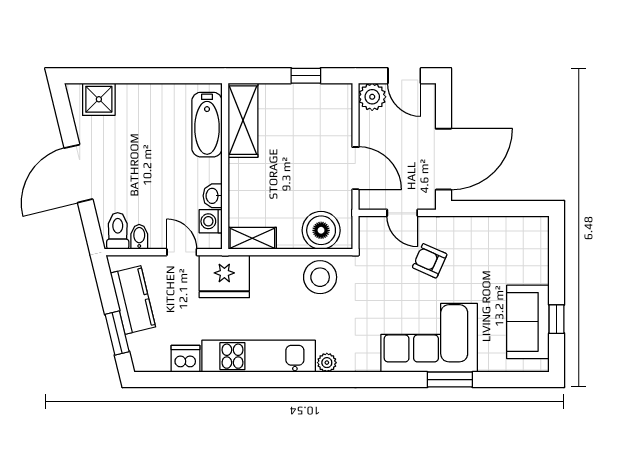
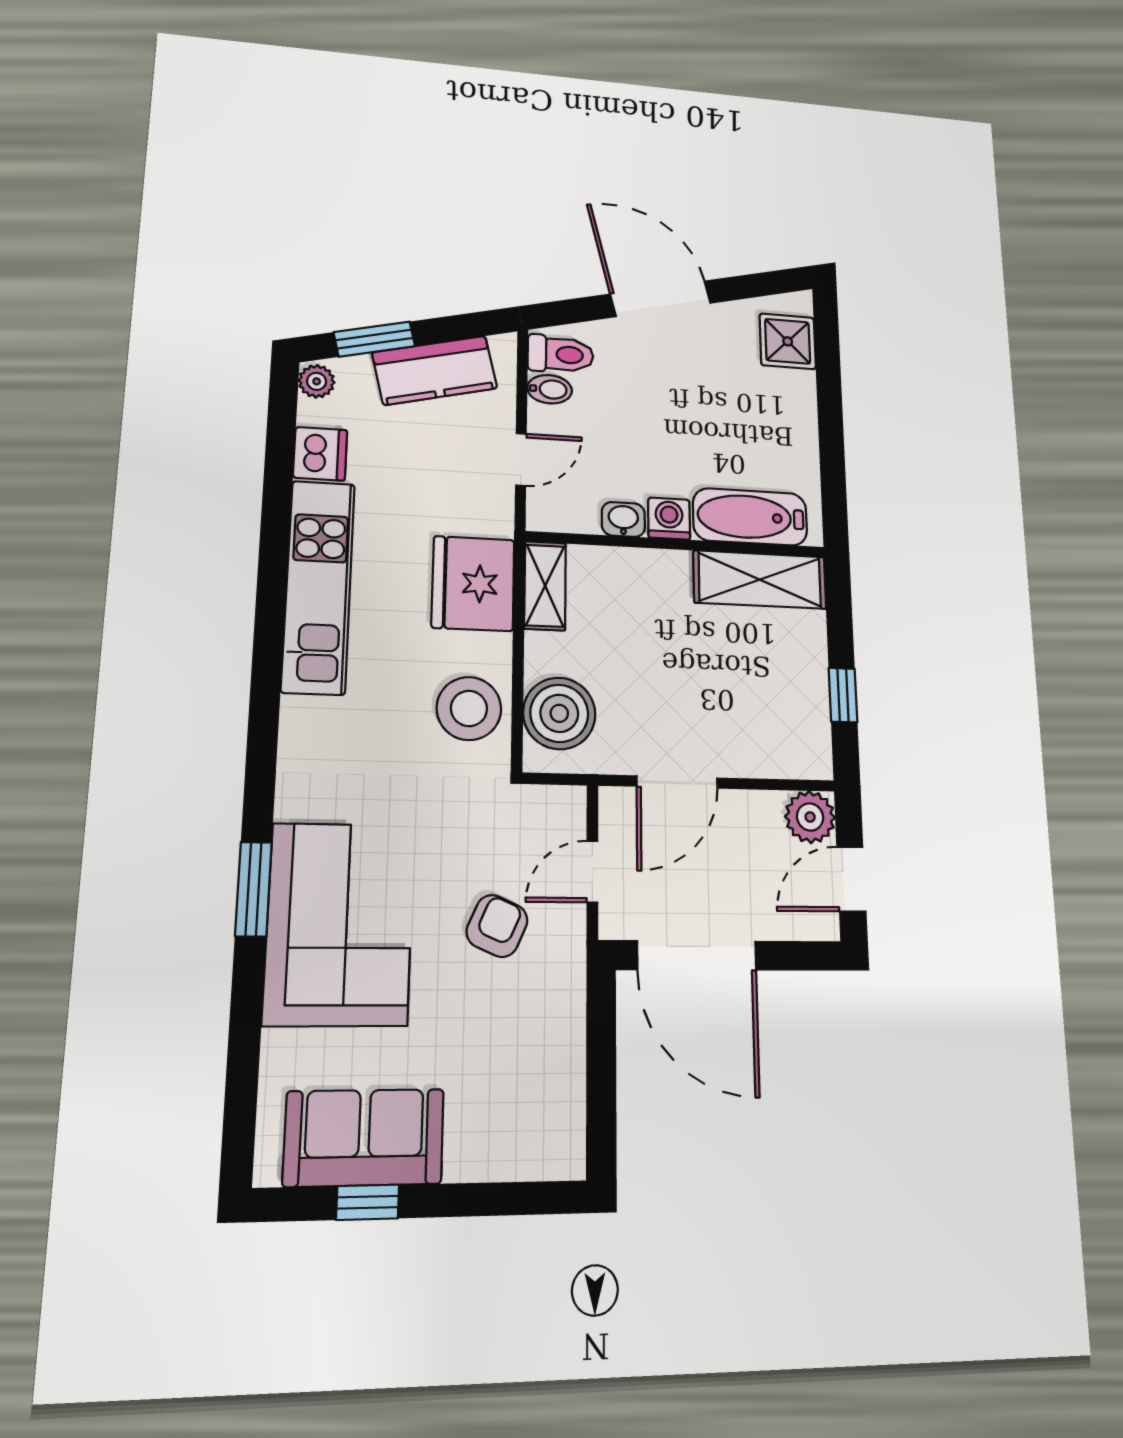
washing machine: (211, 221) -> (669, 519), moved
fridge: (224, 276) -> (473, 584), moved
plant: (327, 363) -> (317, 381), moved
window: (450, 380) -> (253, 889), moved

